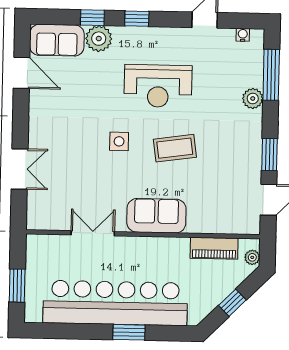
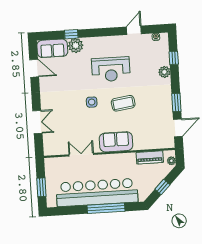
window: (137, 19) -> (96, 33), removed
window: (271, 75) -> (174, 58), width x0.46
window: (129, 332) -> (106, 208), width x2.11

